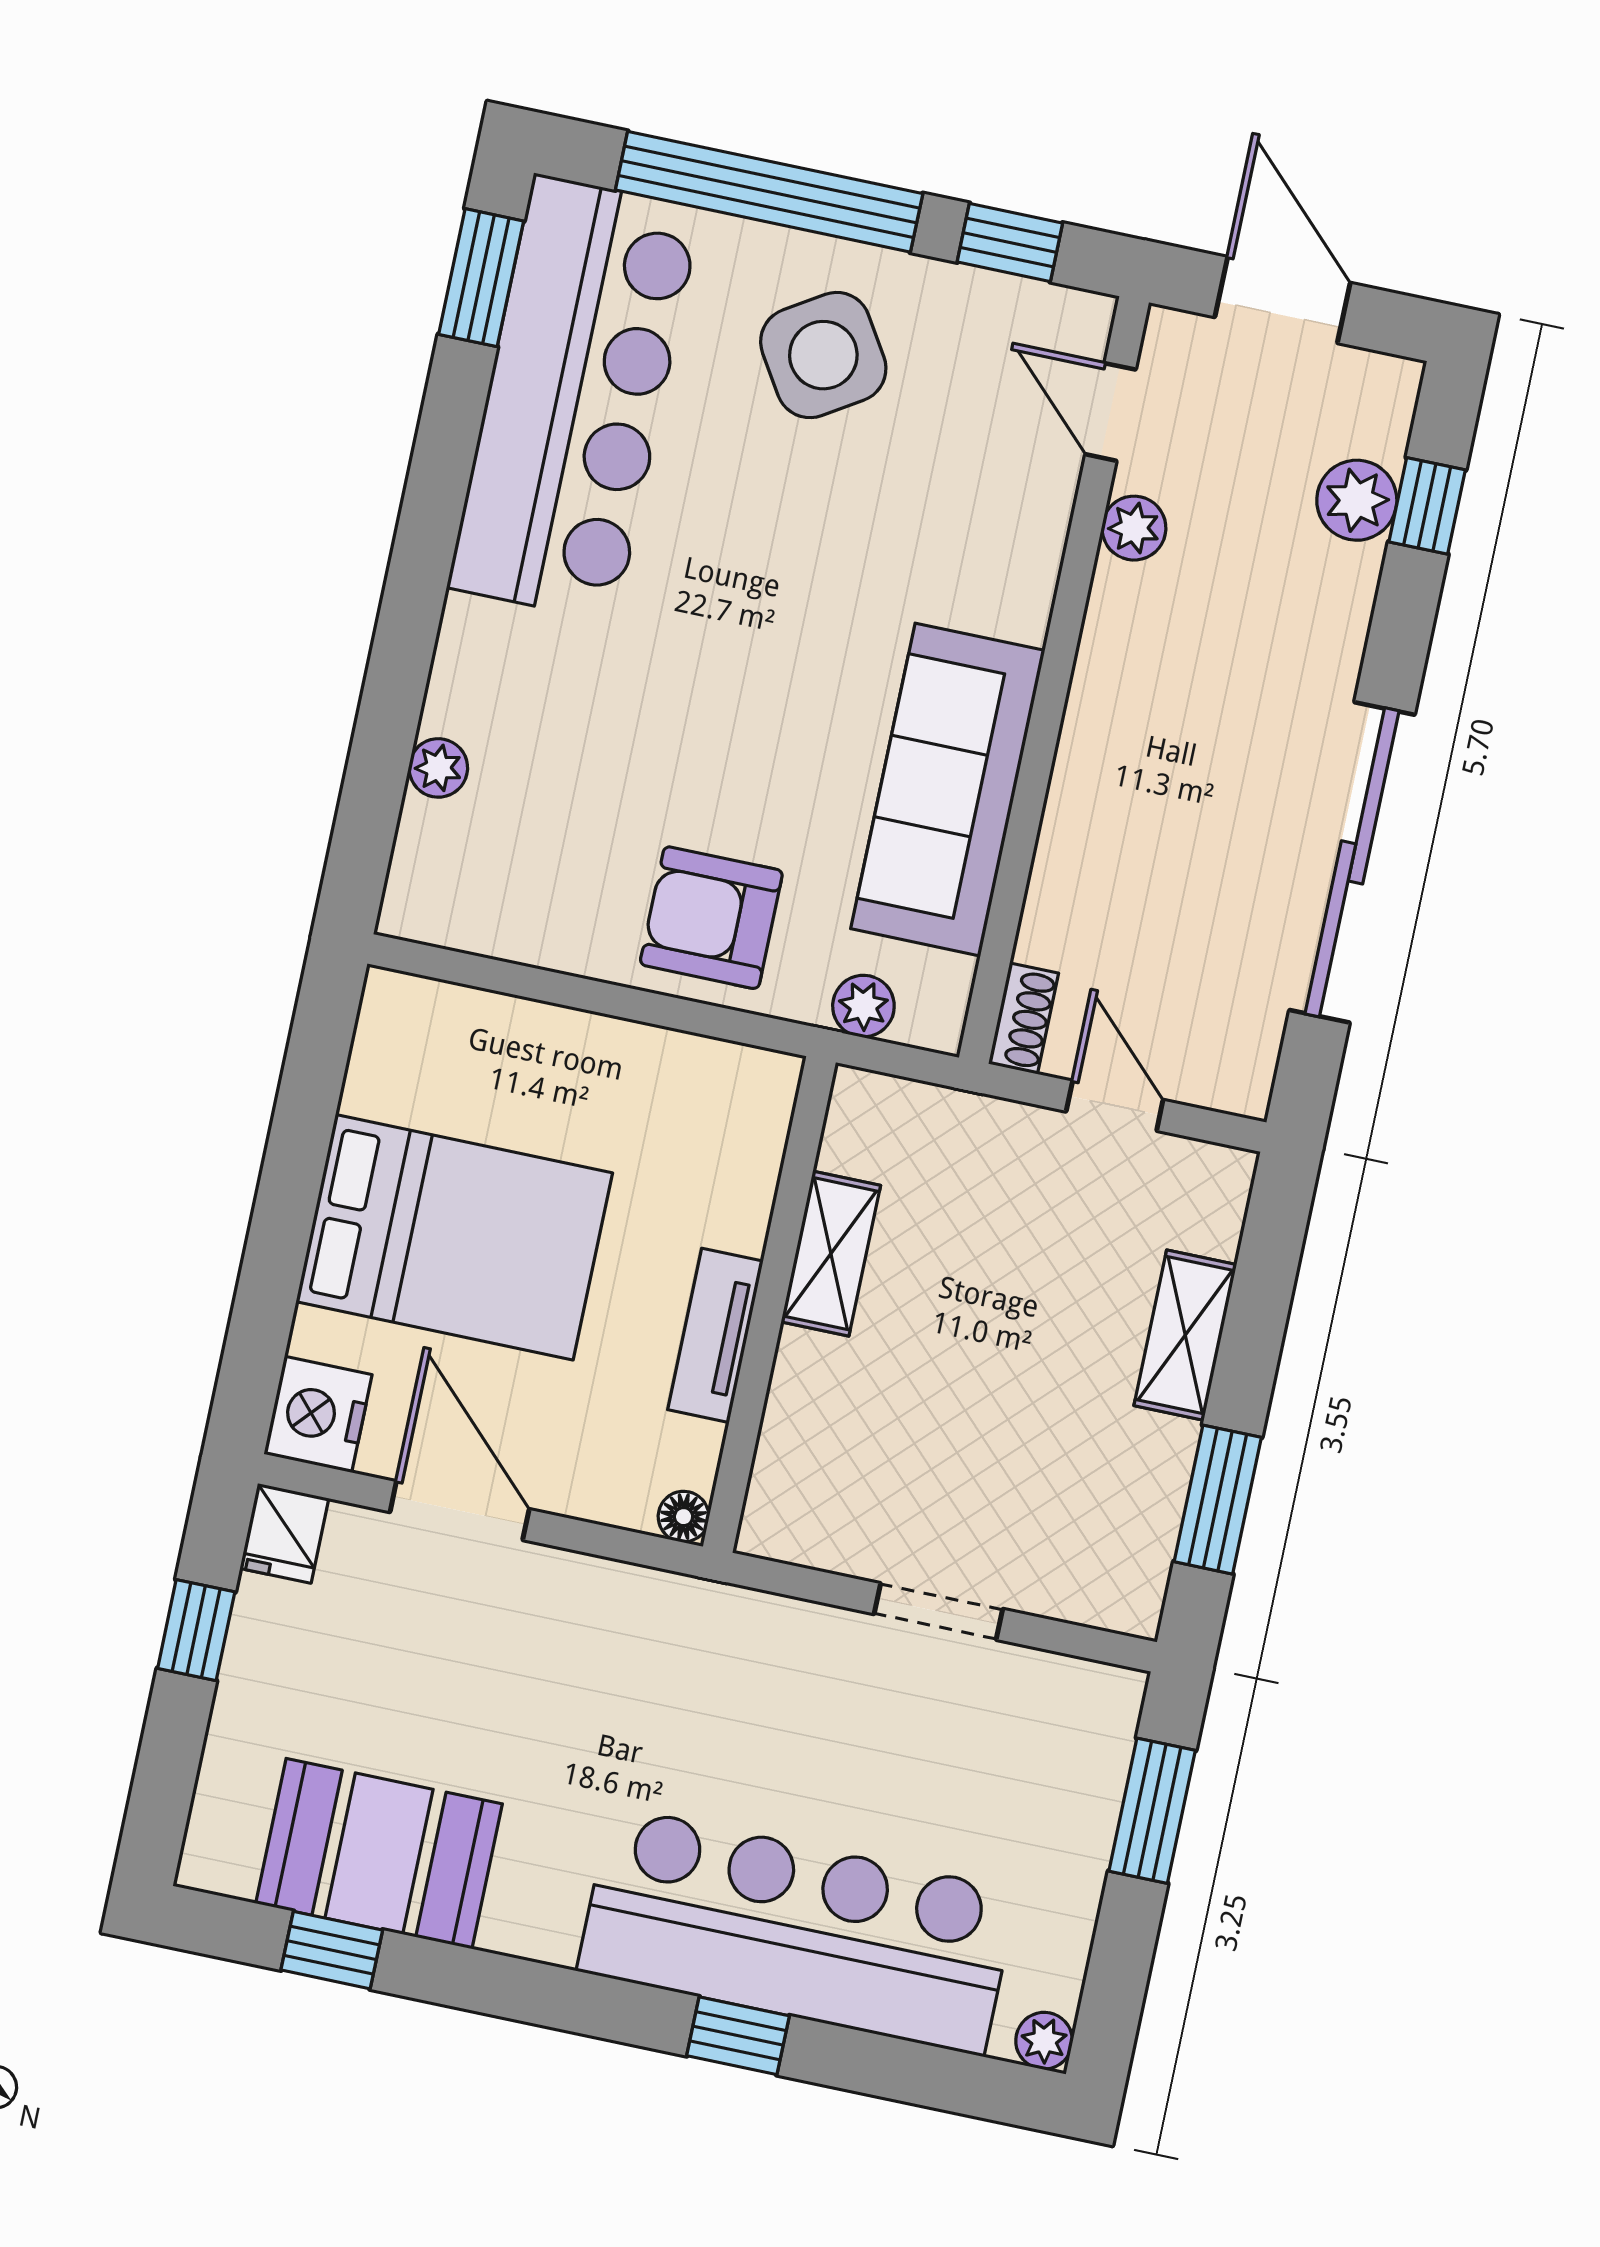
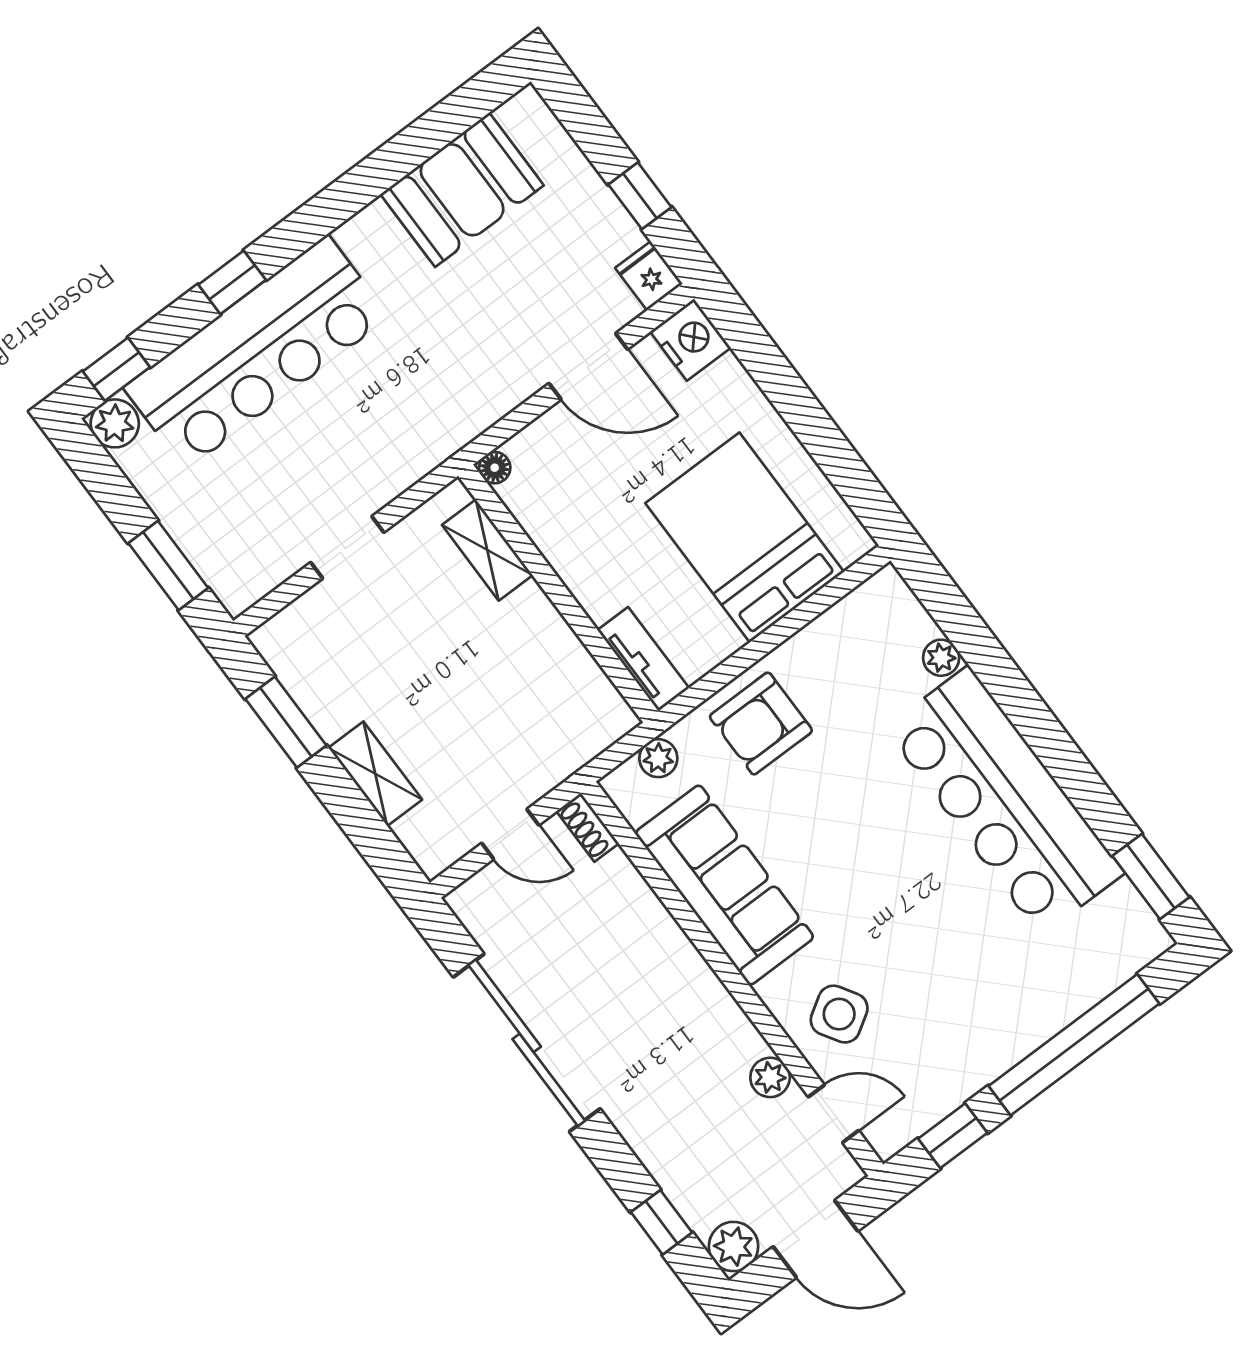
side table: (823, 355) -> (839, 1014), moved, width x0.73, depth x0.73
bar counter: (575, 398) -> (1004, 801), moved
plant: (1357, 500) -> (733, 1246), moved
armchair: (711, 918) -> (761, 724), turned 180
bed: (454, 1237) -> (745, 537), moved, turned 90
shelving: (831, 1254) -> (487, 550), moved
tv unit: (715, 1335) -> (643, 659), moved
window: (332, 1950) -> (116, 369), moved
plant: (1044, 2041) -> (115, 423), width x1.38, depth x1.38

